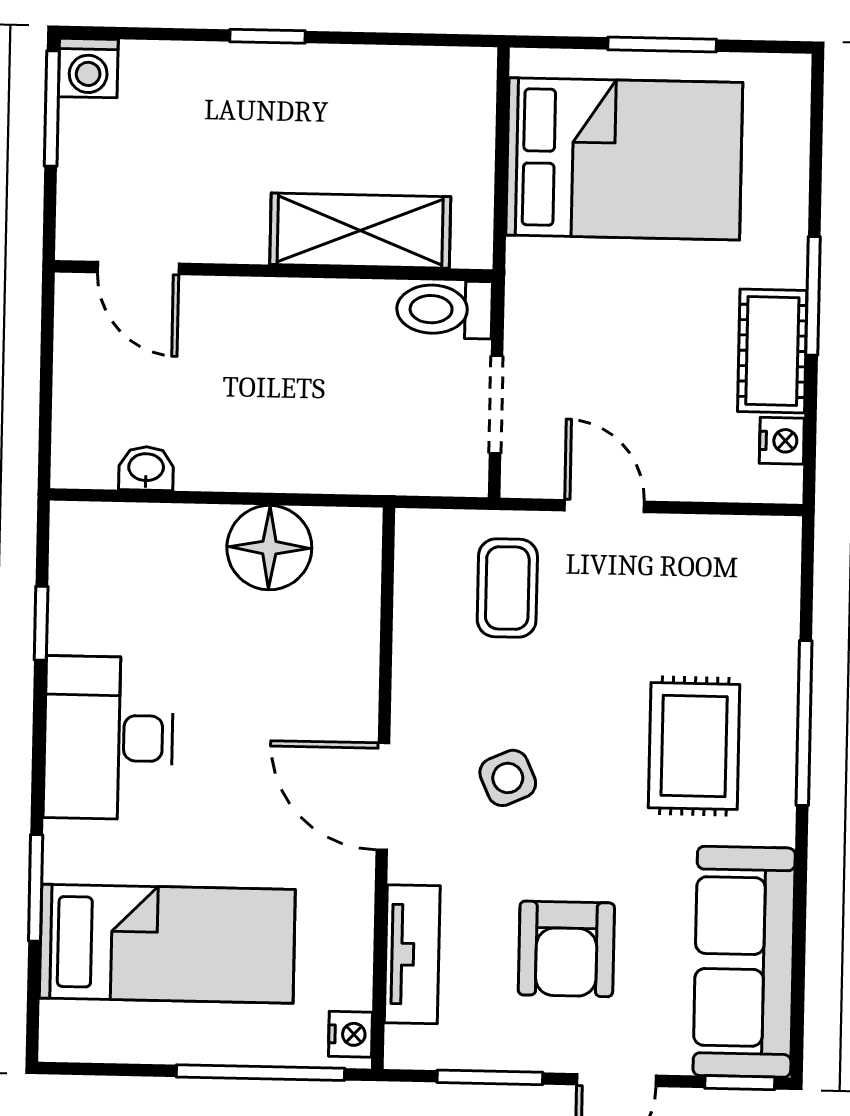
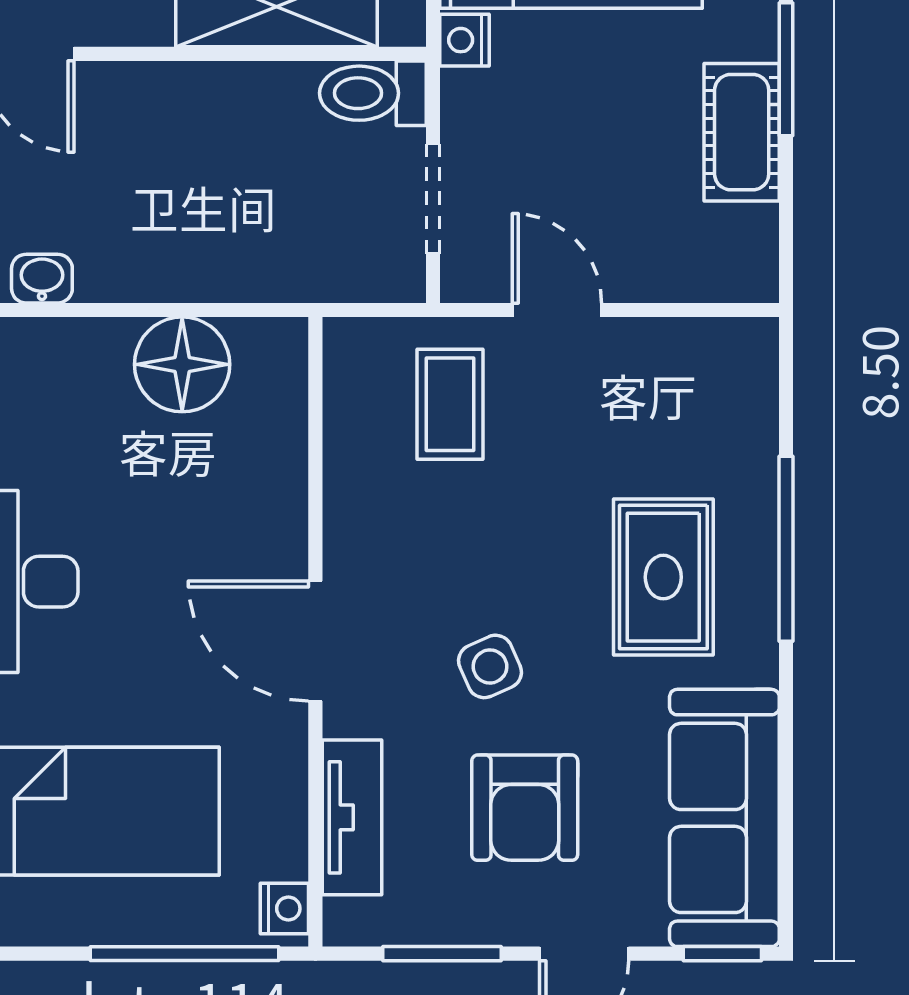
nightstand: (782, 441) -> (465, 40), moved, turned 180
side table: (508, 778) -> (490, 666), moved

